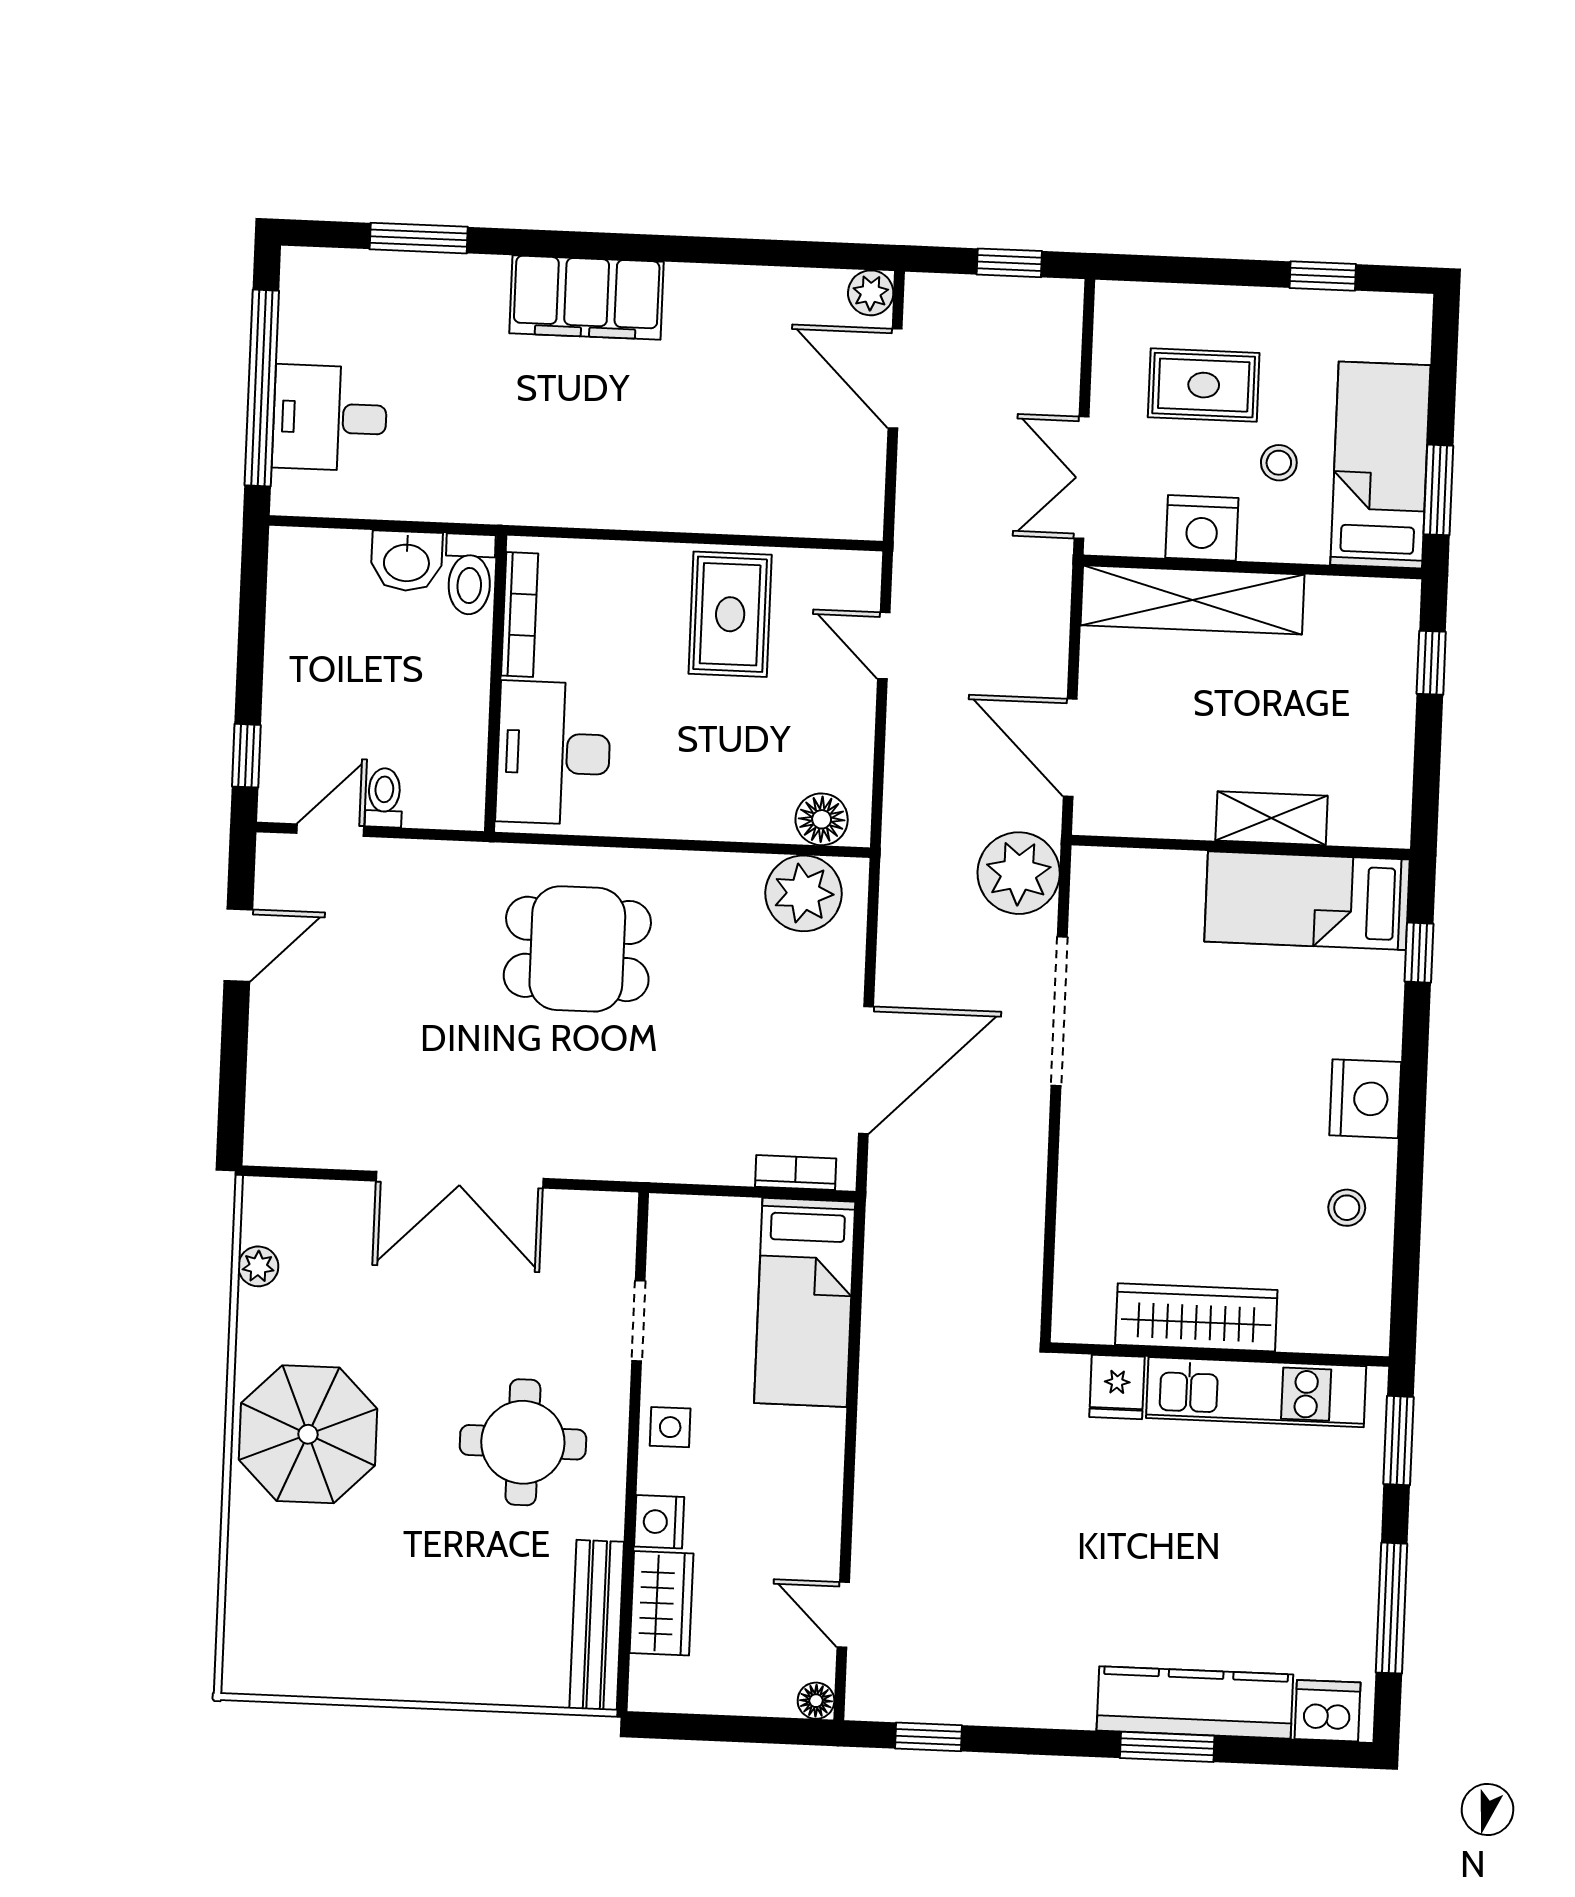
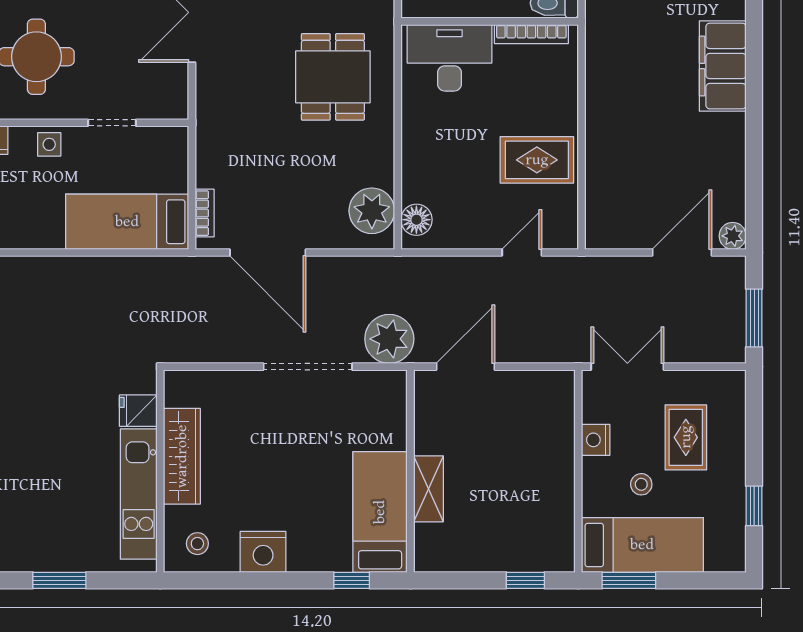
window: (1009, 263) -> (754, 318), width x1.50
nightstand: (1202, 528) -> (596, 440), width x0.74, depth x0.75
shelving: (1192, 600) -> (557, 436), removed
wardrobe: (1196, 1317) -> (182, 456), moved
wall: (1219, 1355) -> (160, 471), moved
fridge: (1117, 1387) -> (138, 411), moved
kitchen unit: (1256, 1392) -> (139, 494), moved

